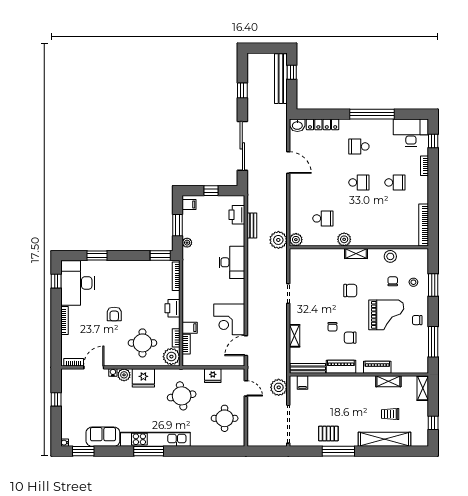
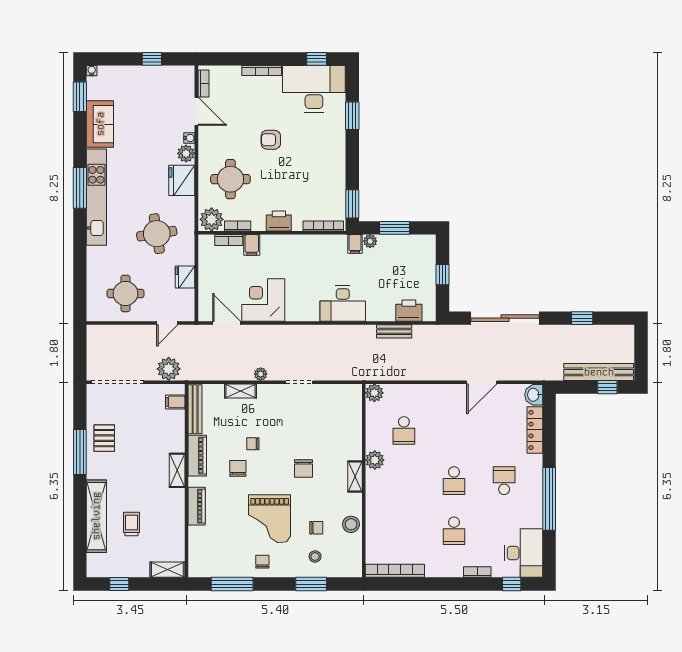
filing cabinet: (189, 204) -> (355, 244), moved
plant: (278, 240) -> (261, 374), moved, width x0.53, depth x0.53
shelving: (388, 381) -> (177, 470), moved

